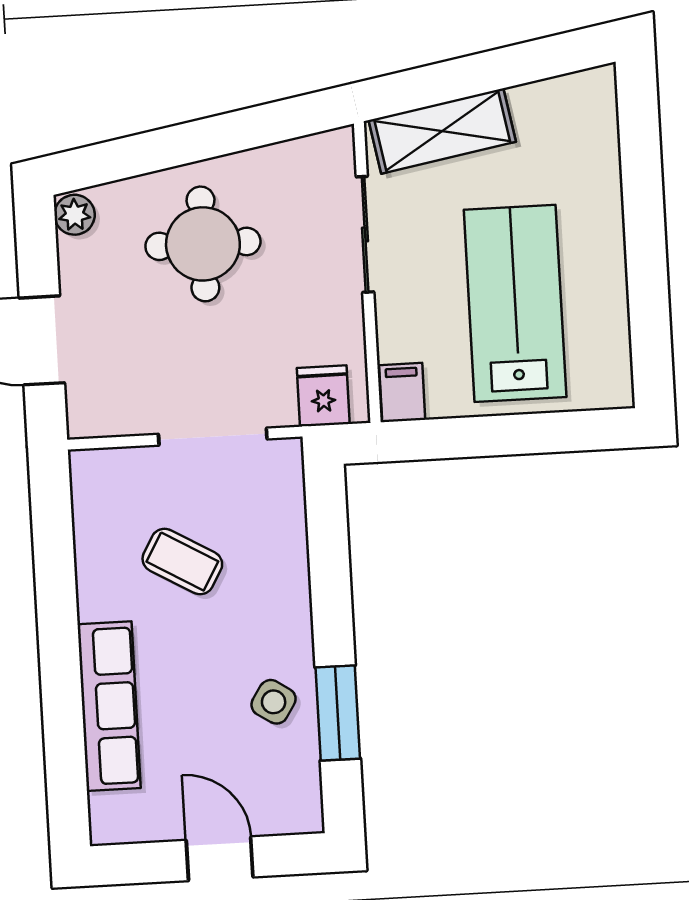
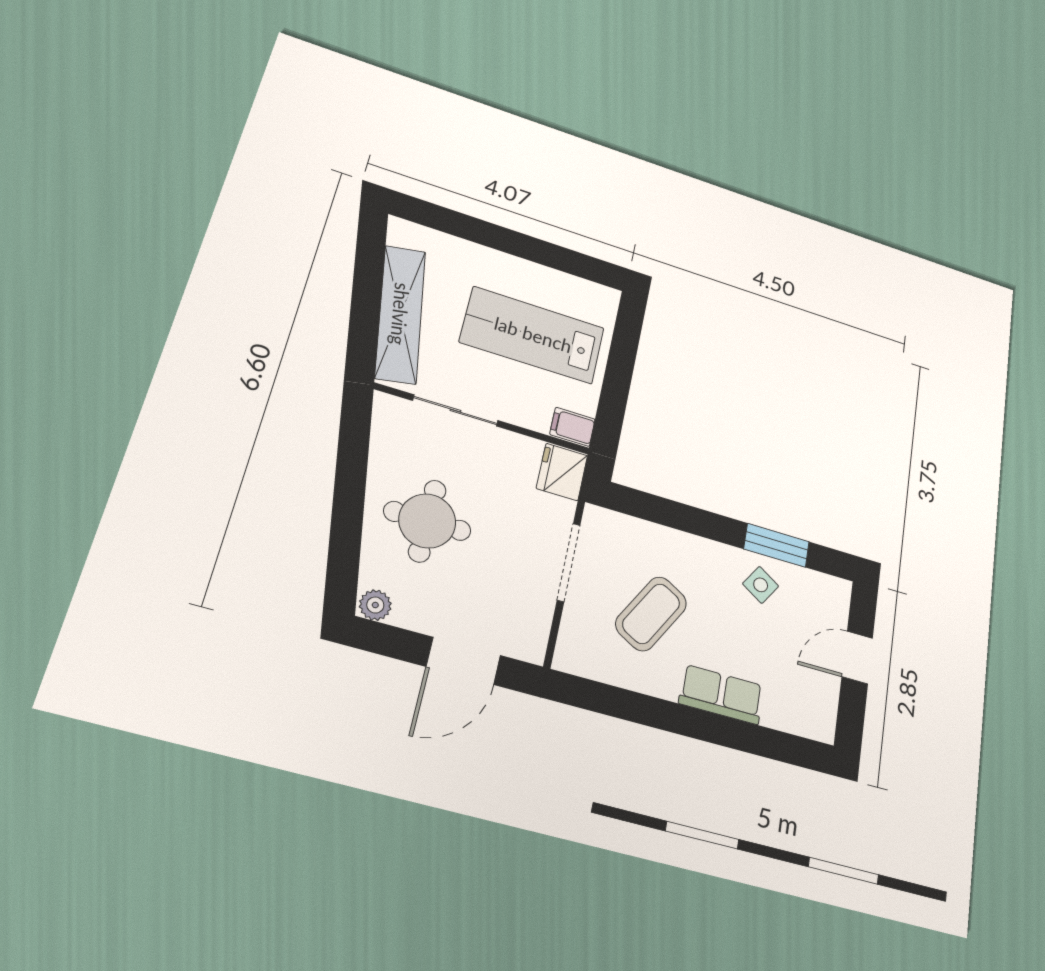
shelving: (442, 131) -> (400, 314), width x1.47
fridge: (323, 396) -> (562, 472), width x1.38
coffee table: (182, 562) -> (651, 614), width x1.36, depth x1.30
row of seats: (109, 706) -> (721, 694), width x0.68

